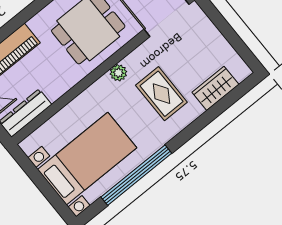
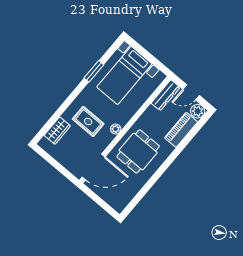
window: (136, 175) -> (94, 71), width x0.47

